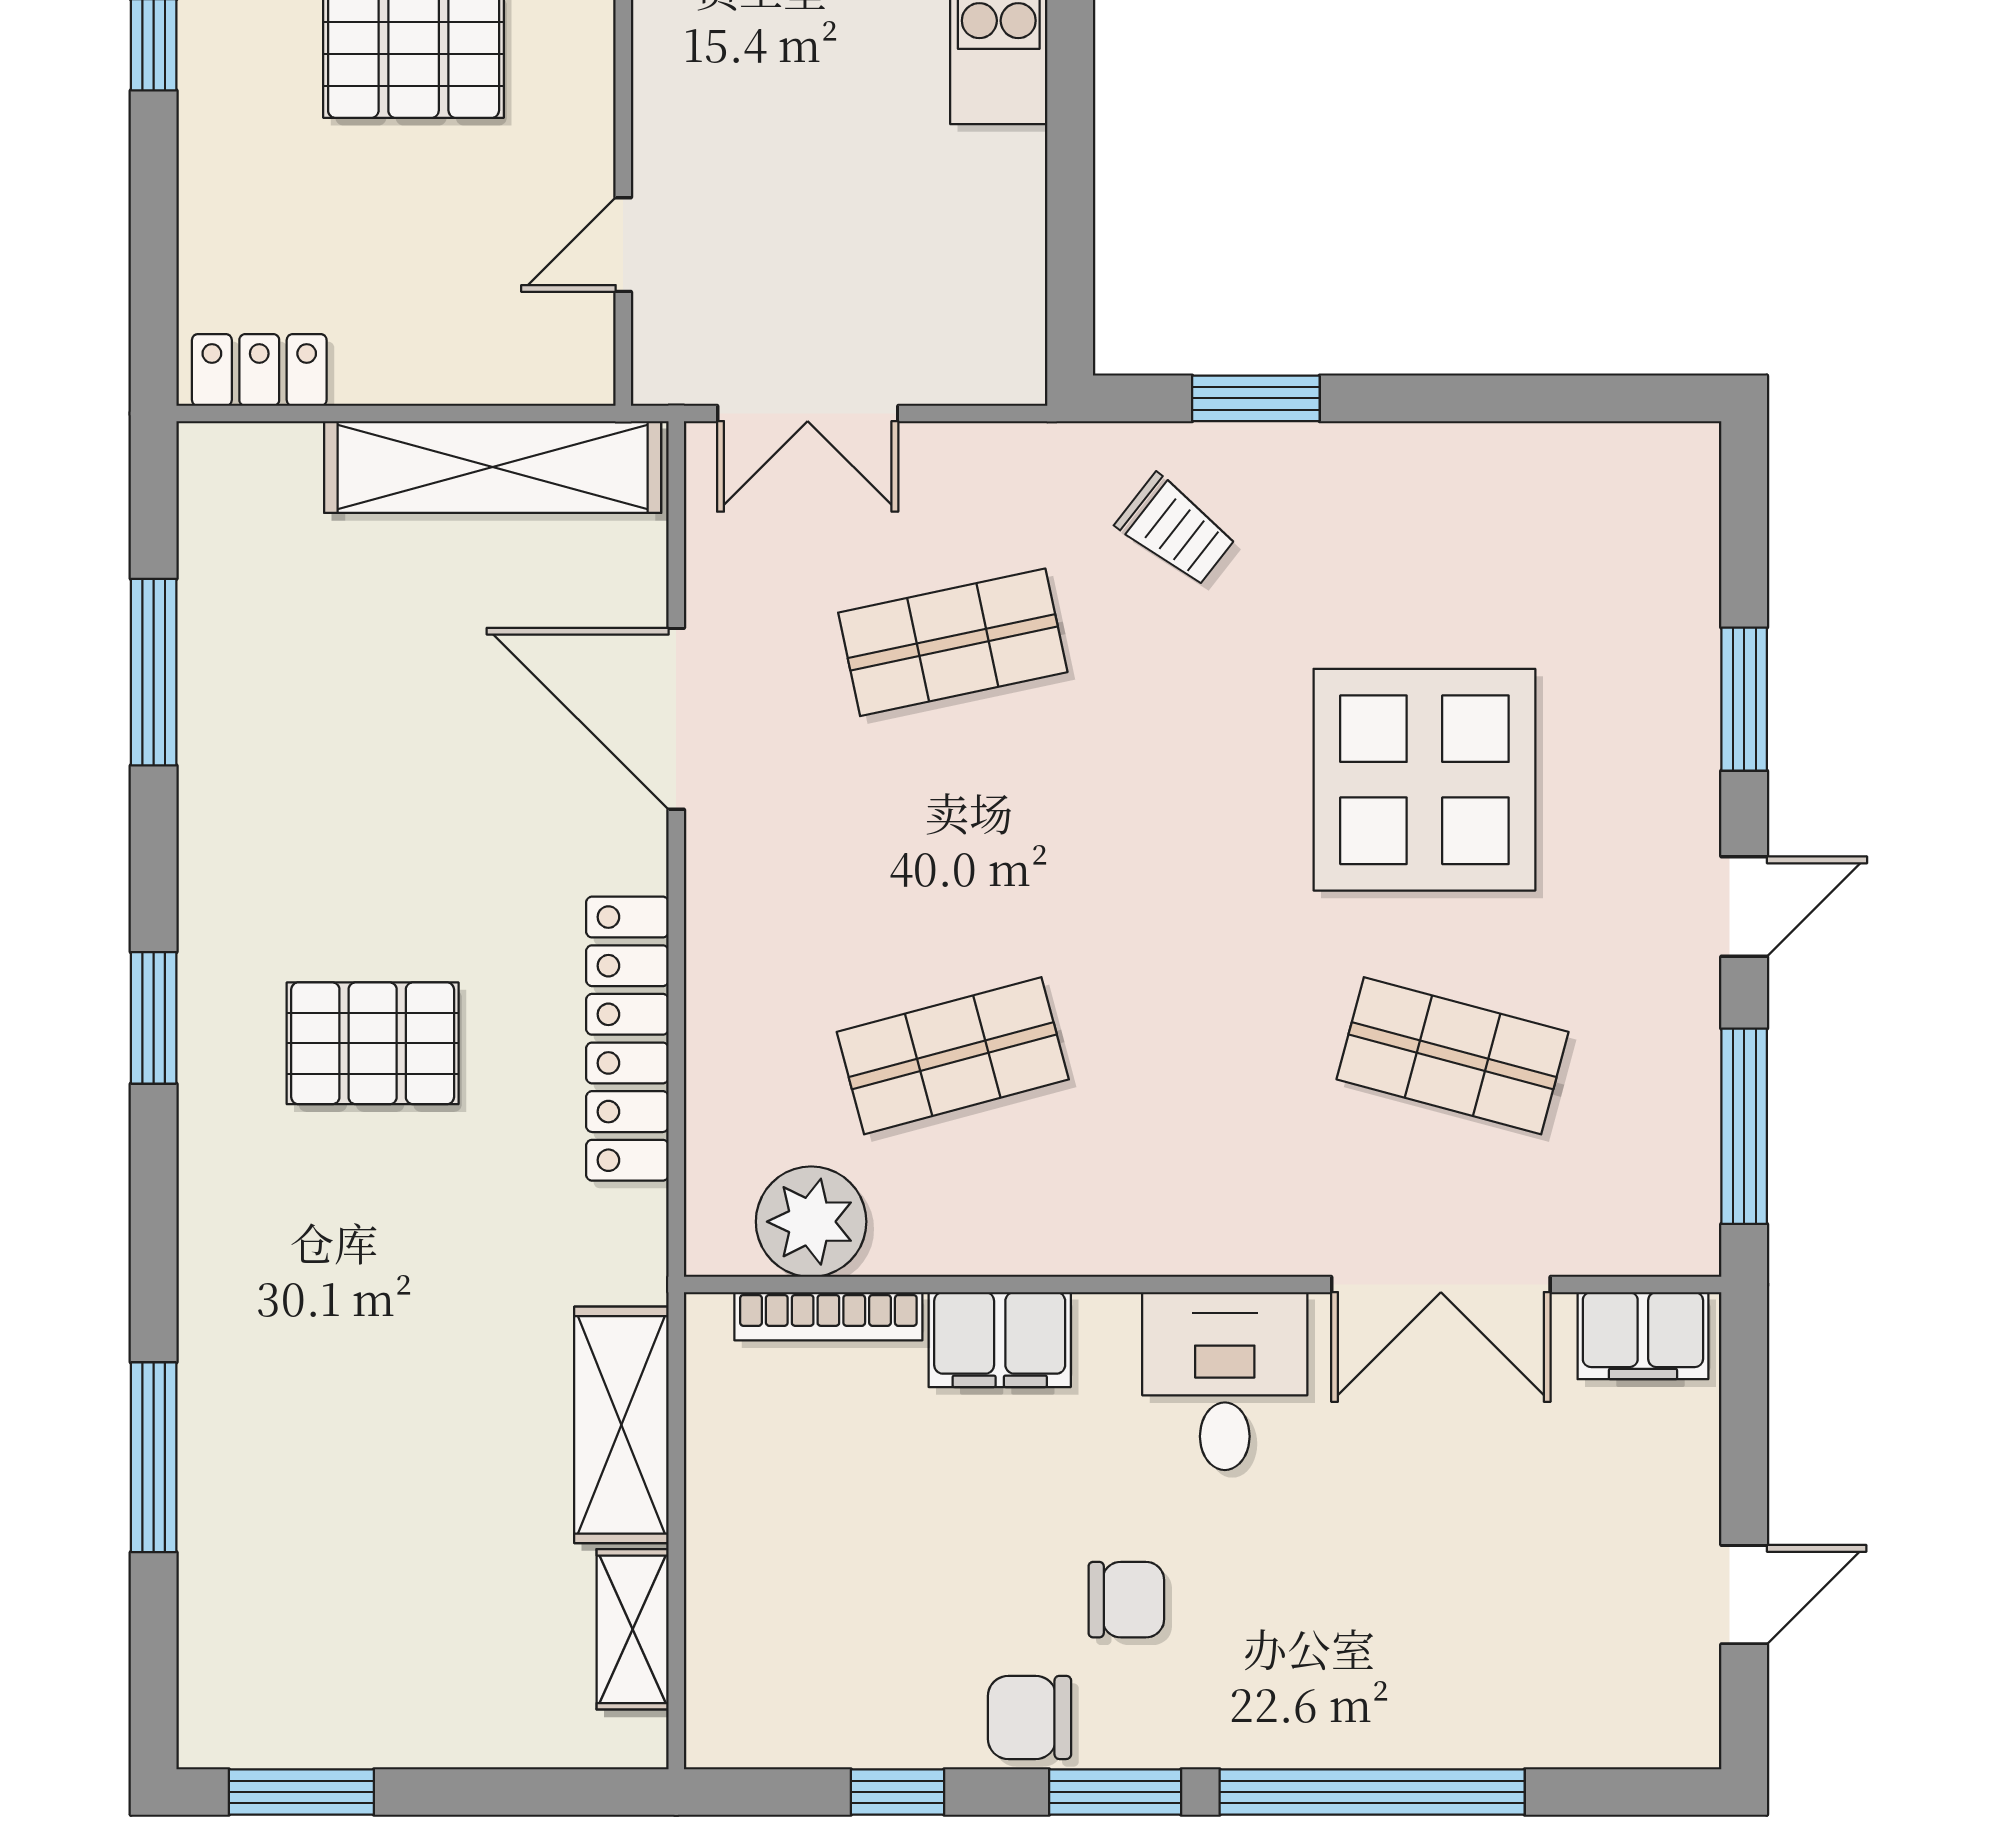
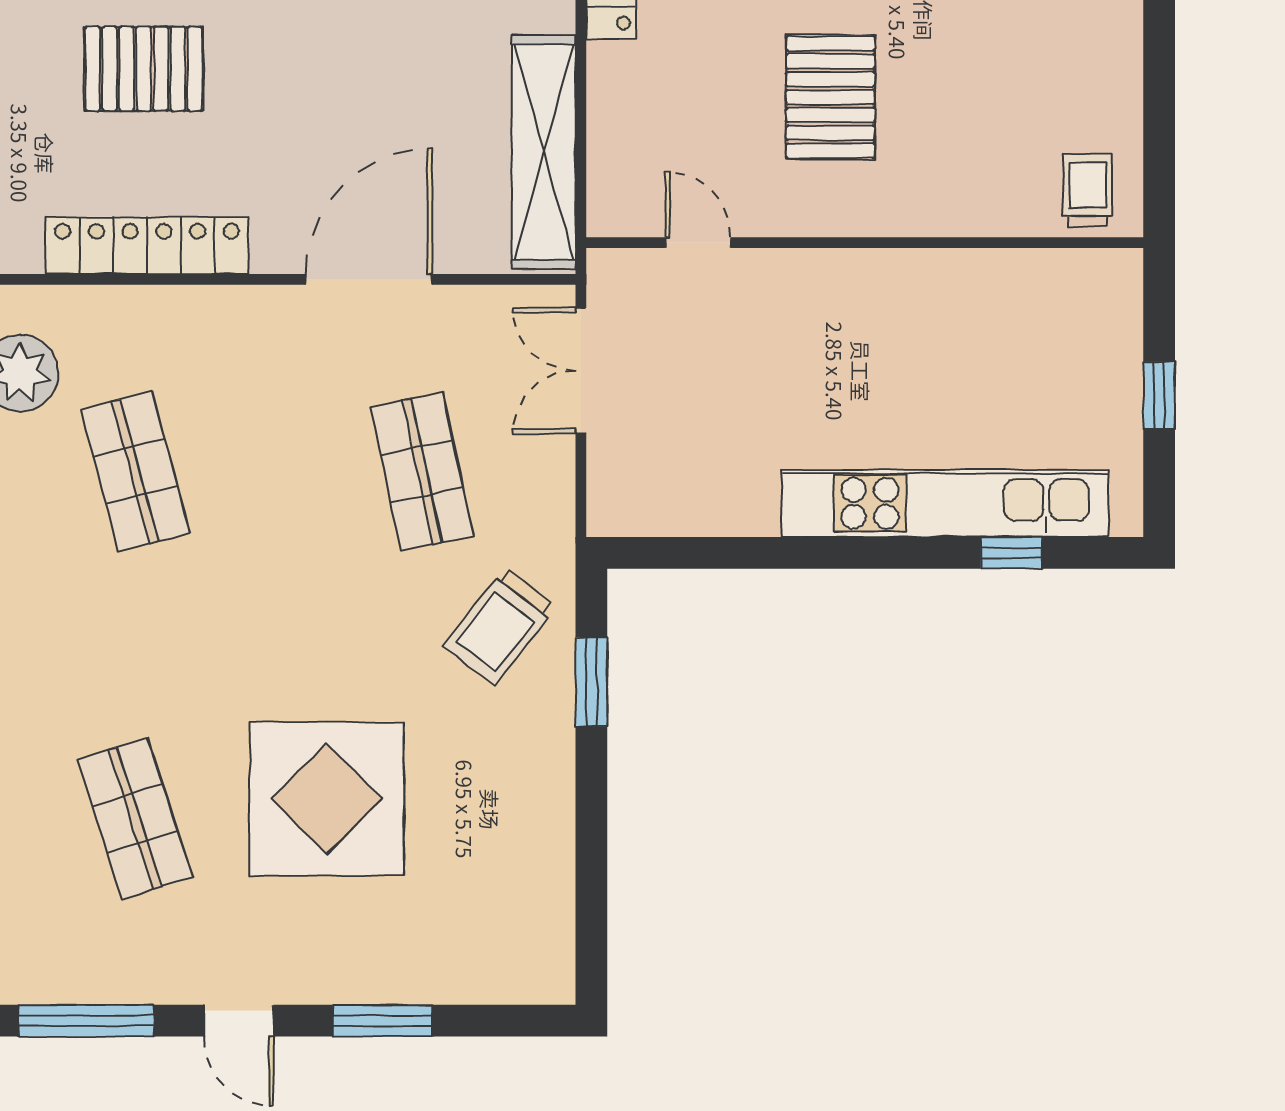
trolley: (1176, 530) -> (500, 626), width x1.36, depth x1.39
pallet: (373, 1043) -> (144, 69), turned 90
shop shelf: (1453, 1056) -> (135, 818), turned -33

